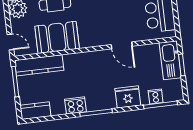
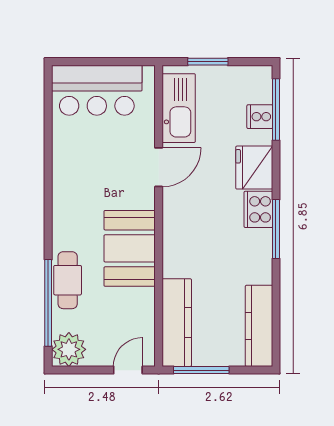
booth: (57, 37) -> (130, 248), moved
kitchen sink: (170, 60) -> (179, 108), moved, turned -90
cooker: (76, 105) -> (258, 209), moved
kitchen counter: (35, 111) -> (259, 326), width x1.50

